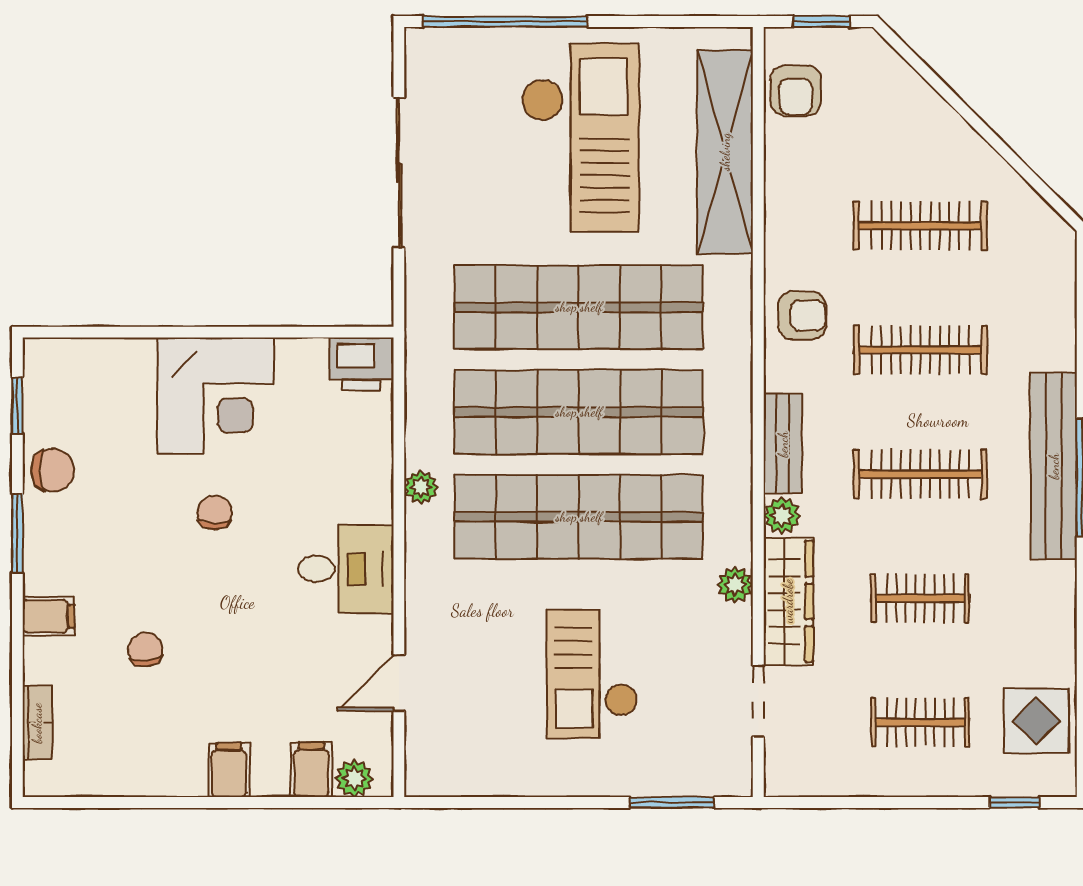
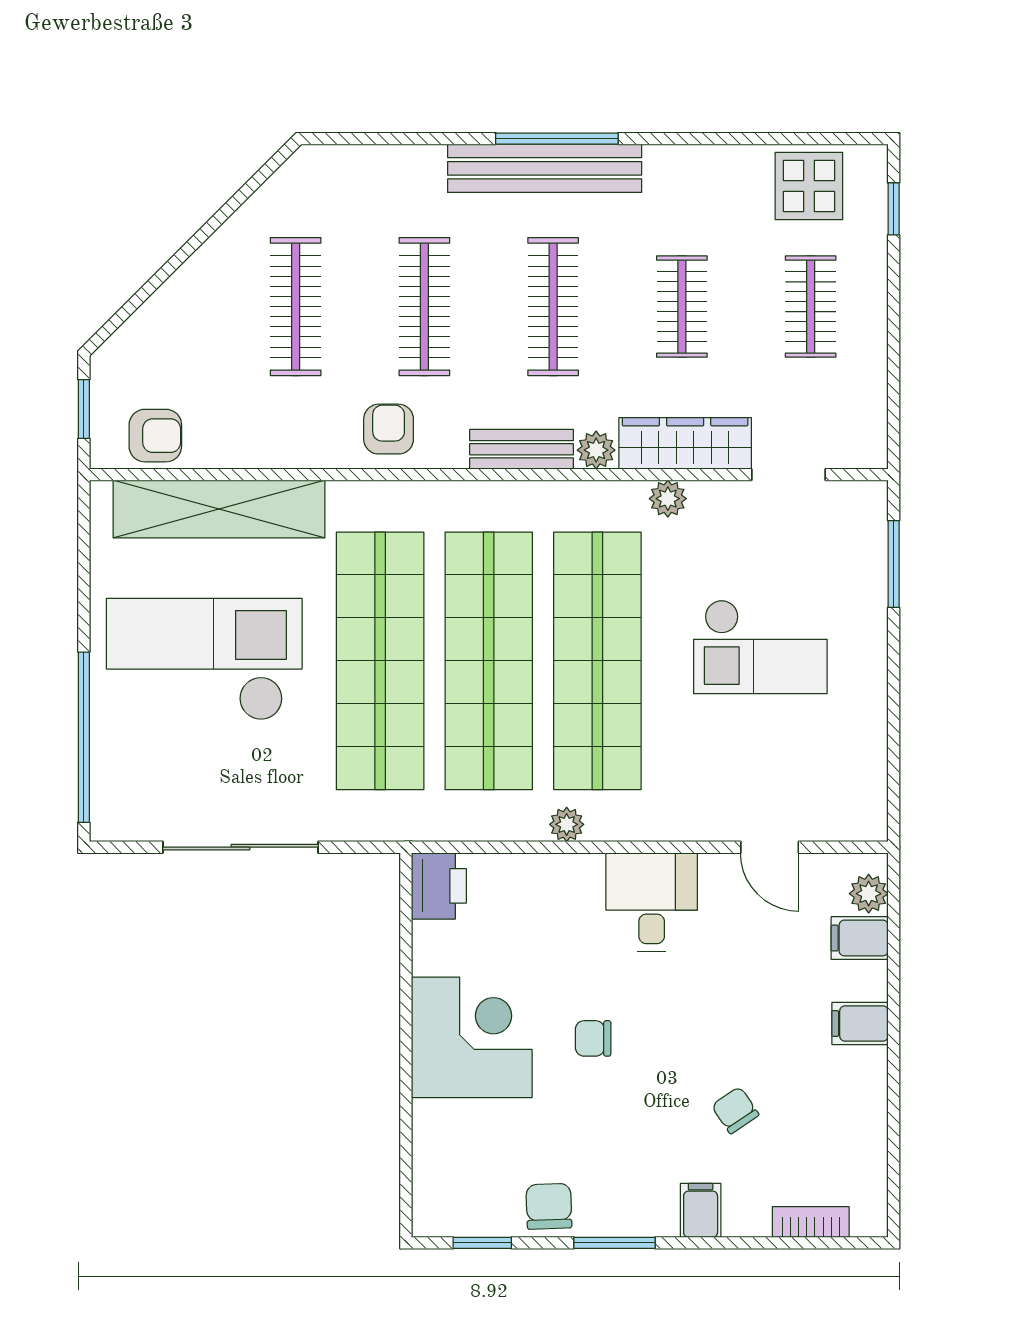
chair: (145, 650) -> (735, 1110), turned 62

